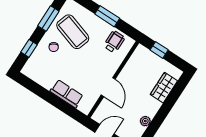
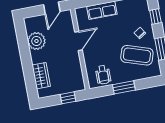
door: (108, 87) -> (78, 41), swing flipped
plant: (145, 121) -> (36, 41), width x1.88, depth x1.88

